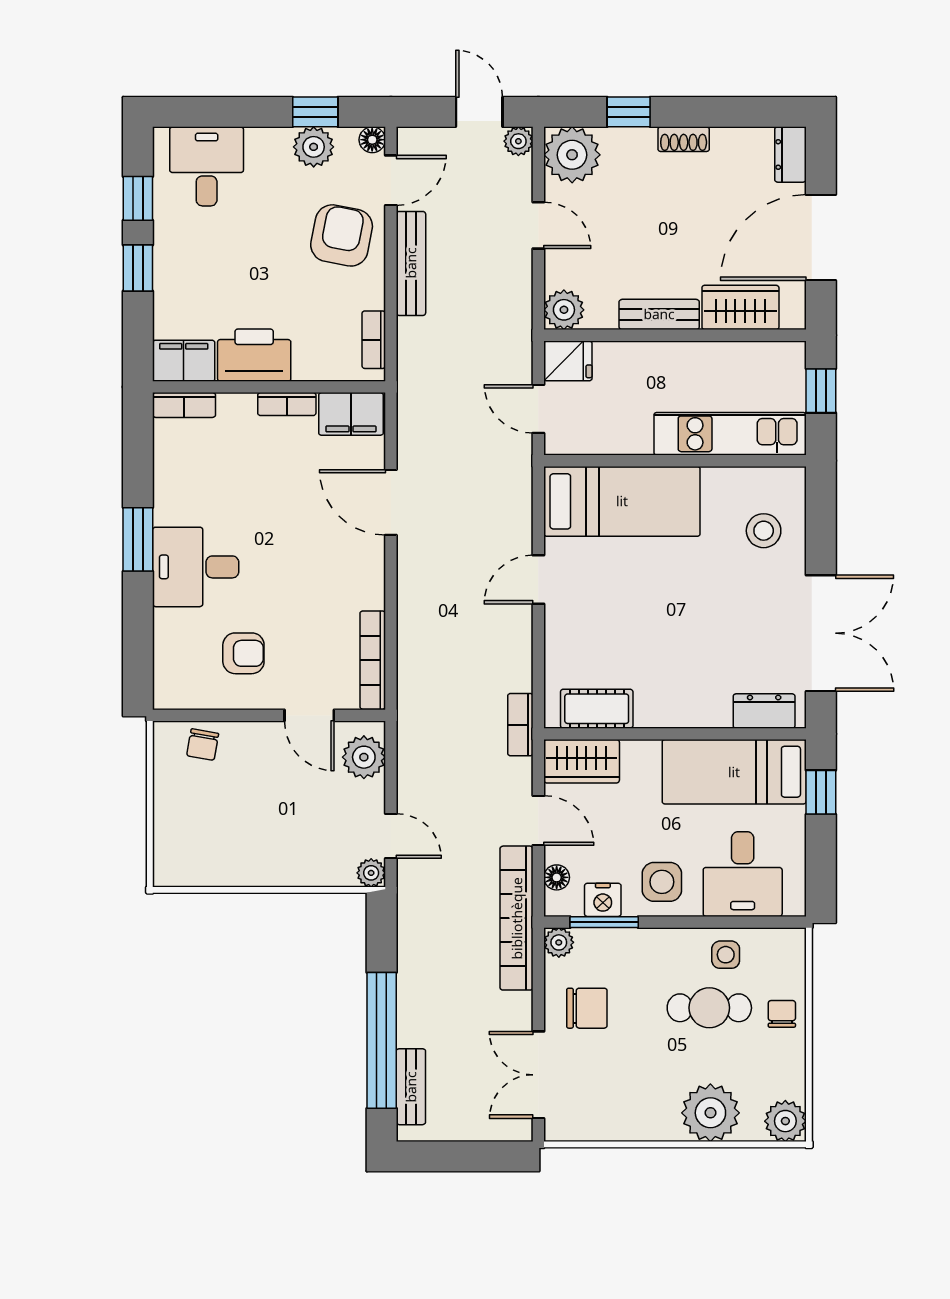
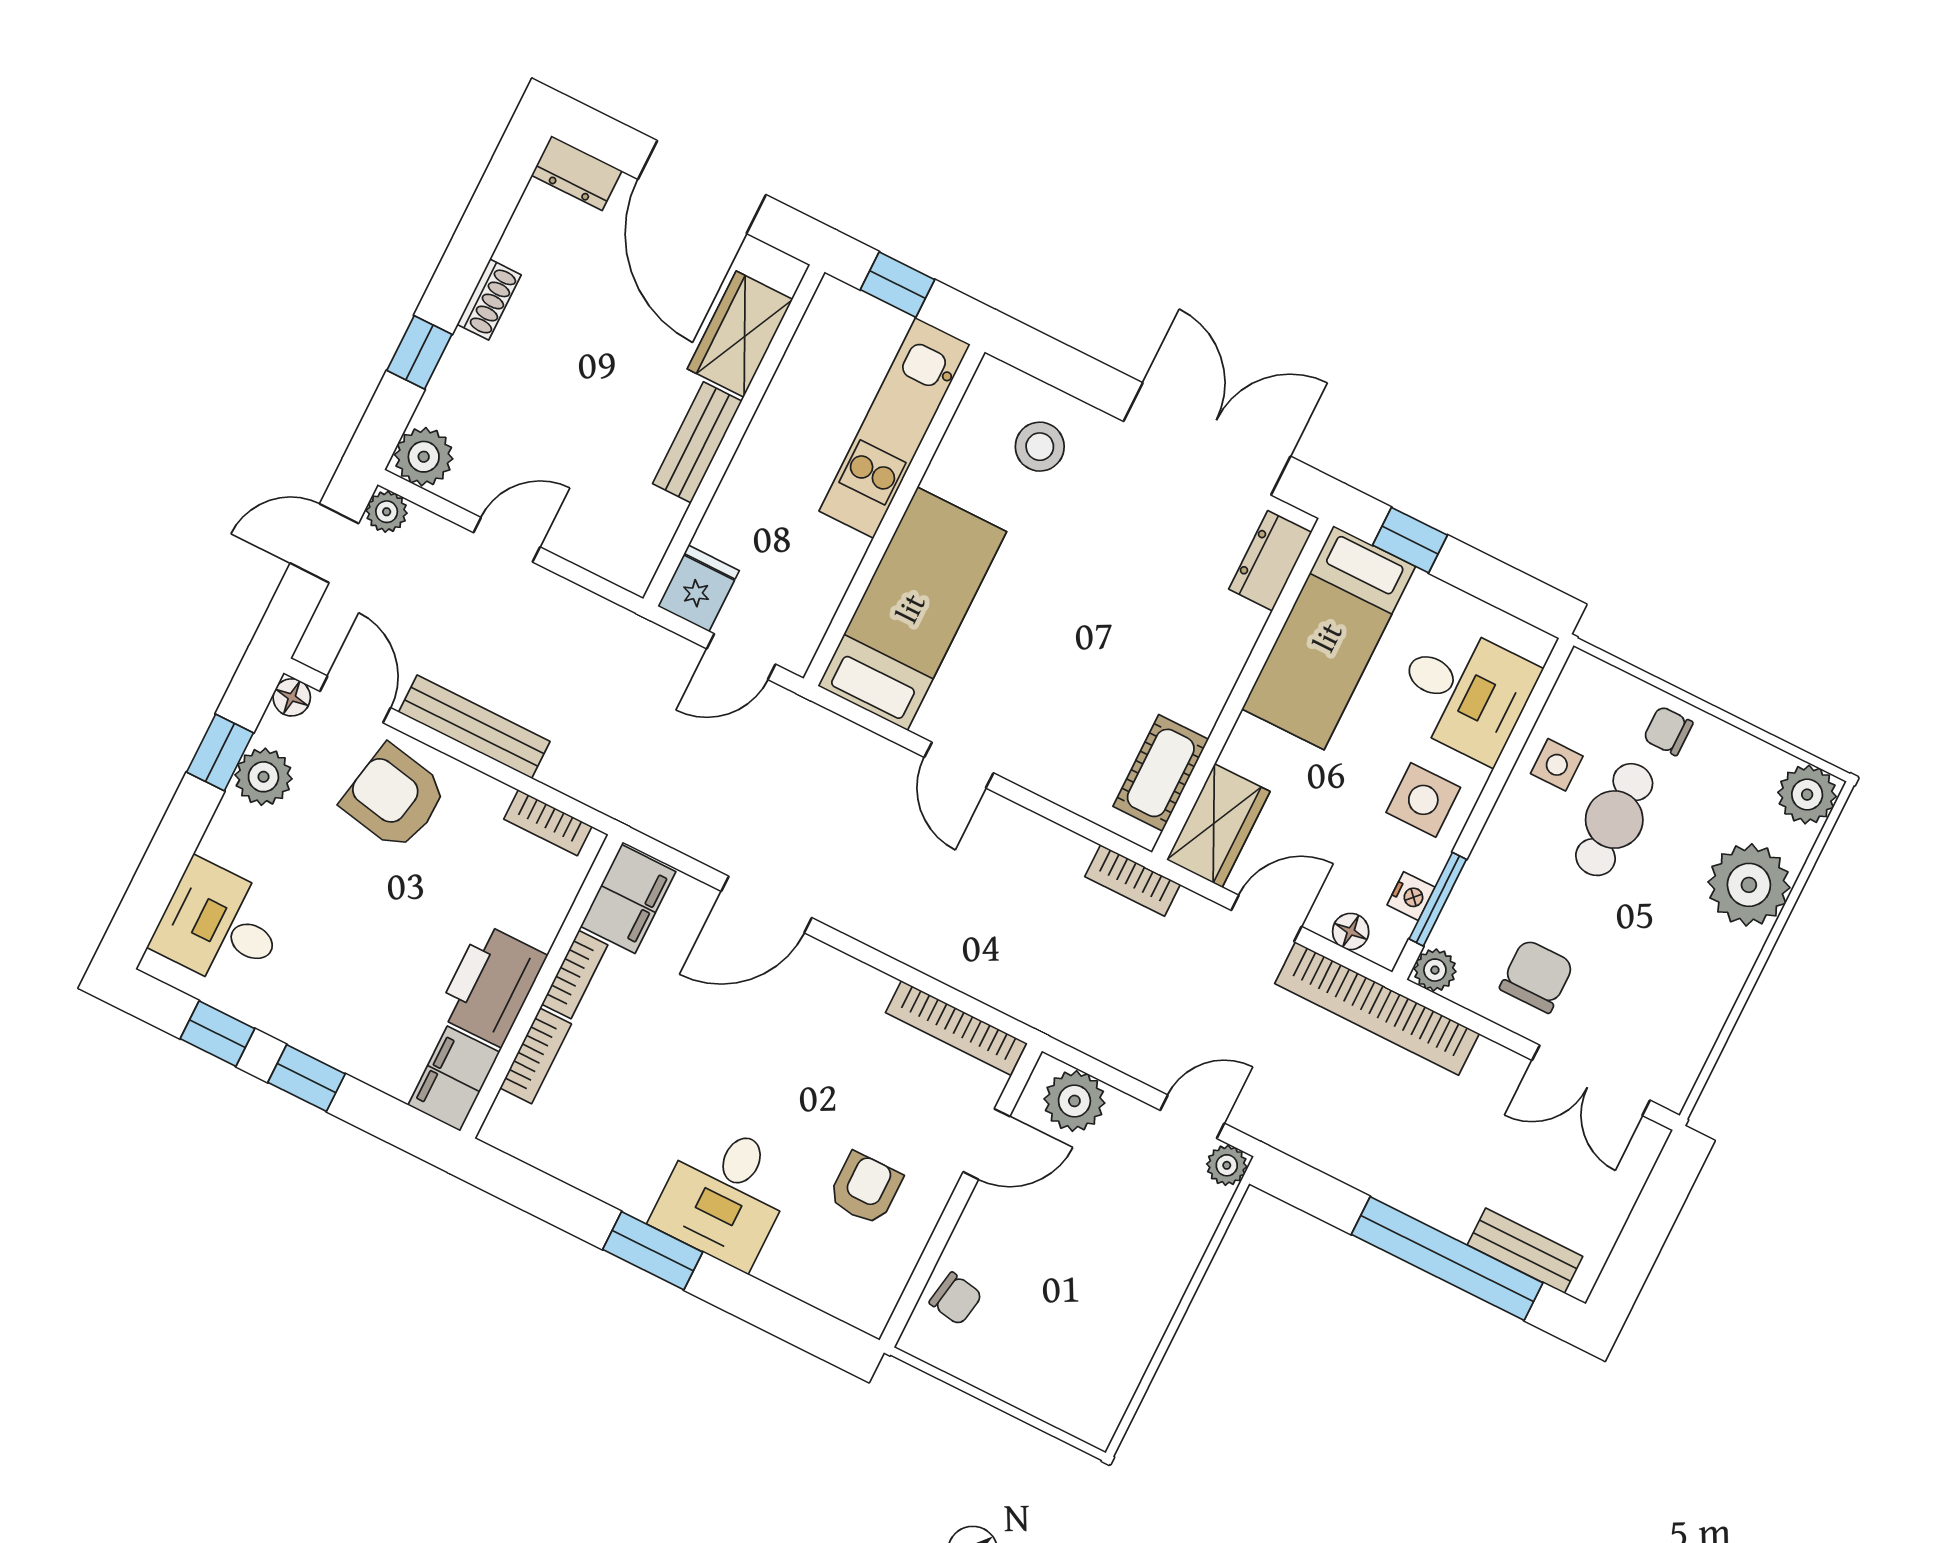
plant: (572, 155) -> (424, 457), width x0.73, depth x0.73
plant: (564, 310) -> (631, 561), removed
bookcase: (184, 405) -> (536, 1056), moved
nightstand: (603, 900) -> (1411, 896), width x0.72, depth x0.74

